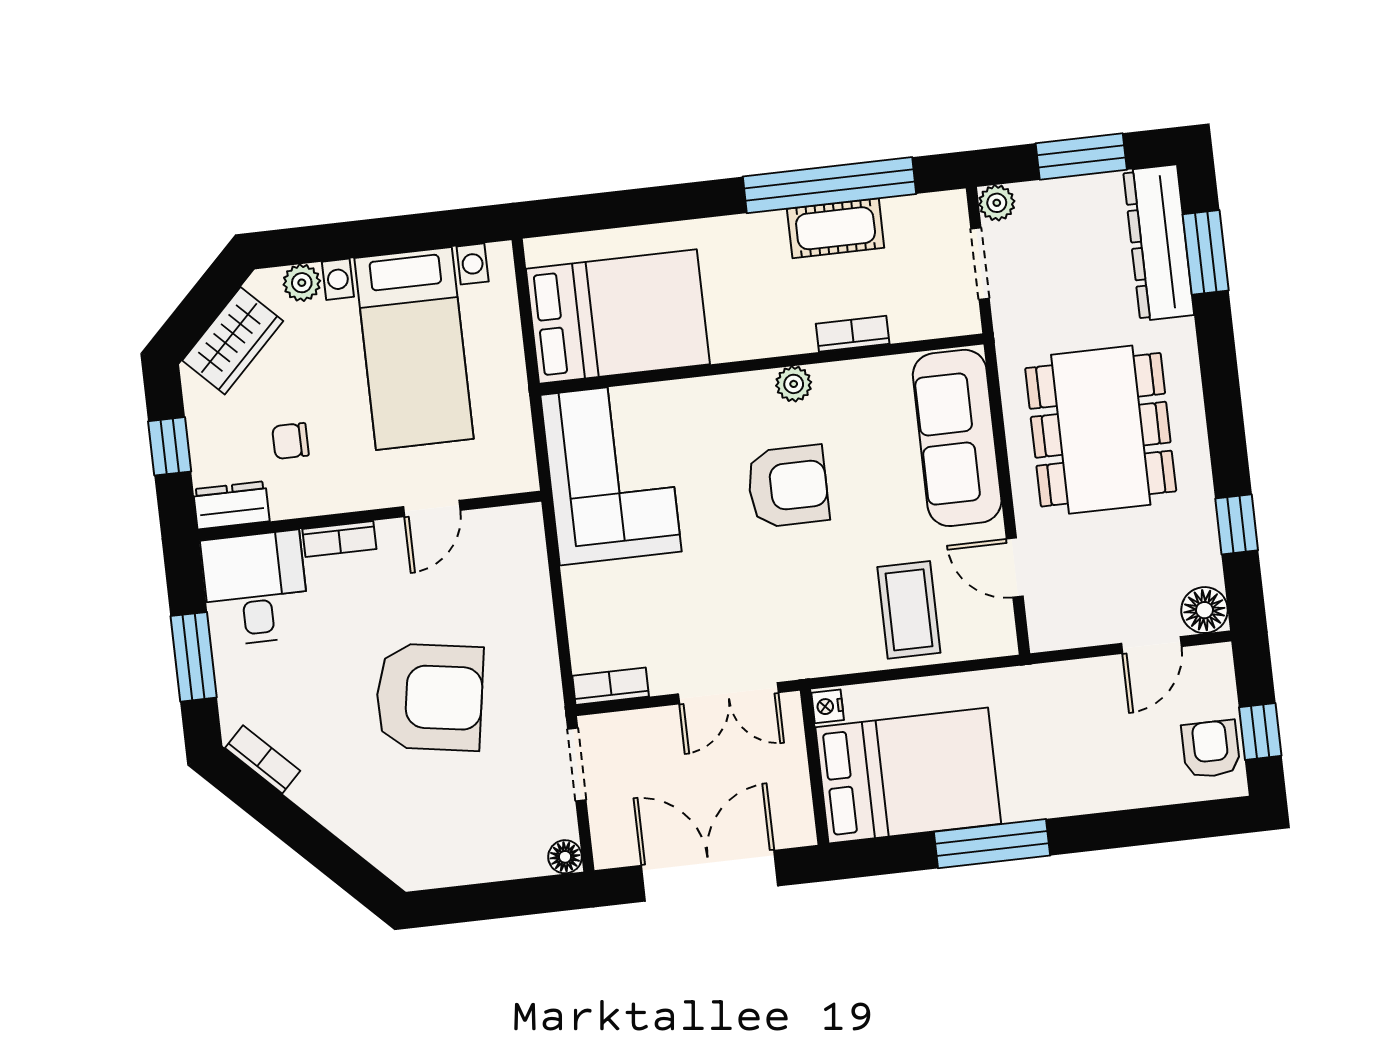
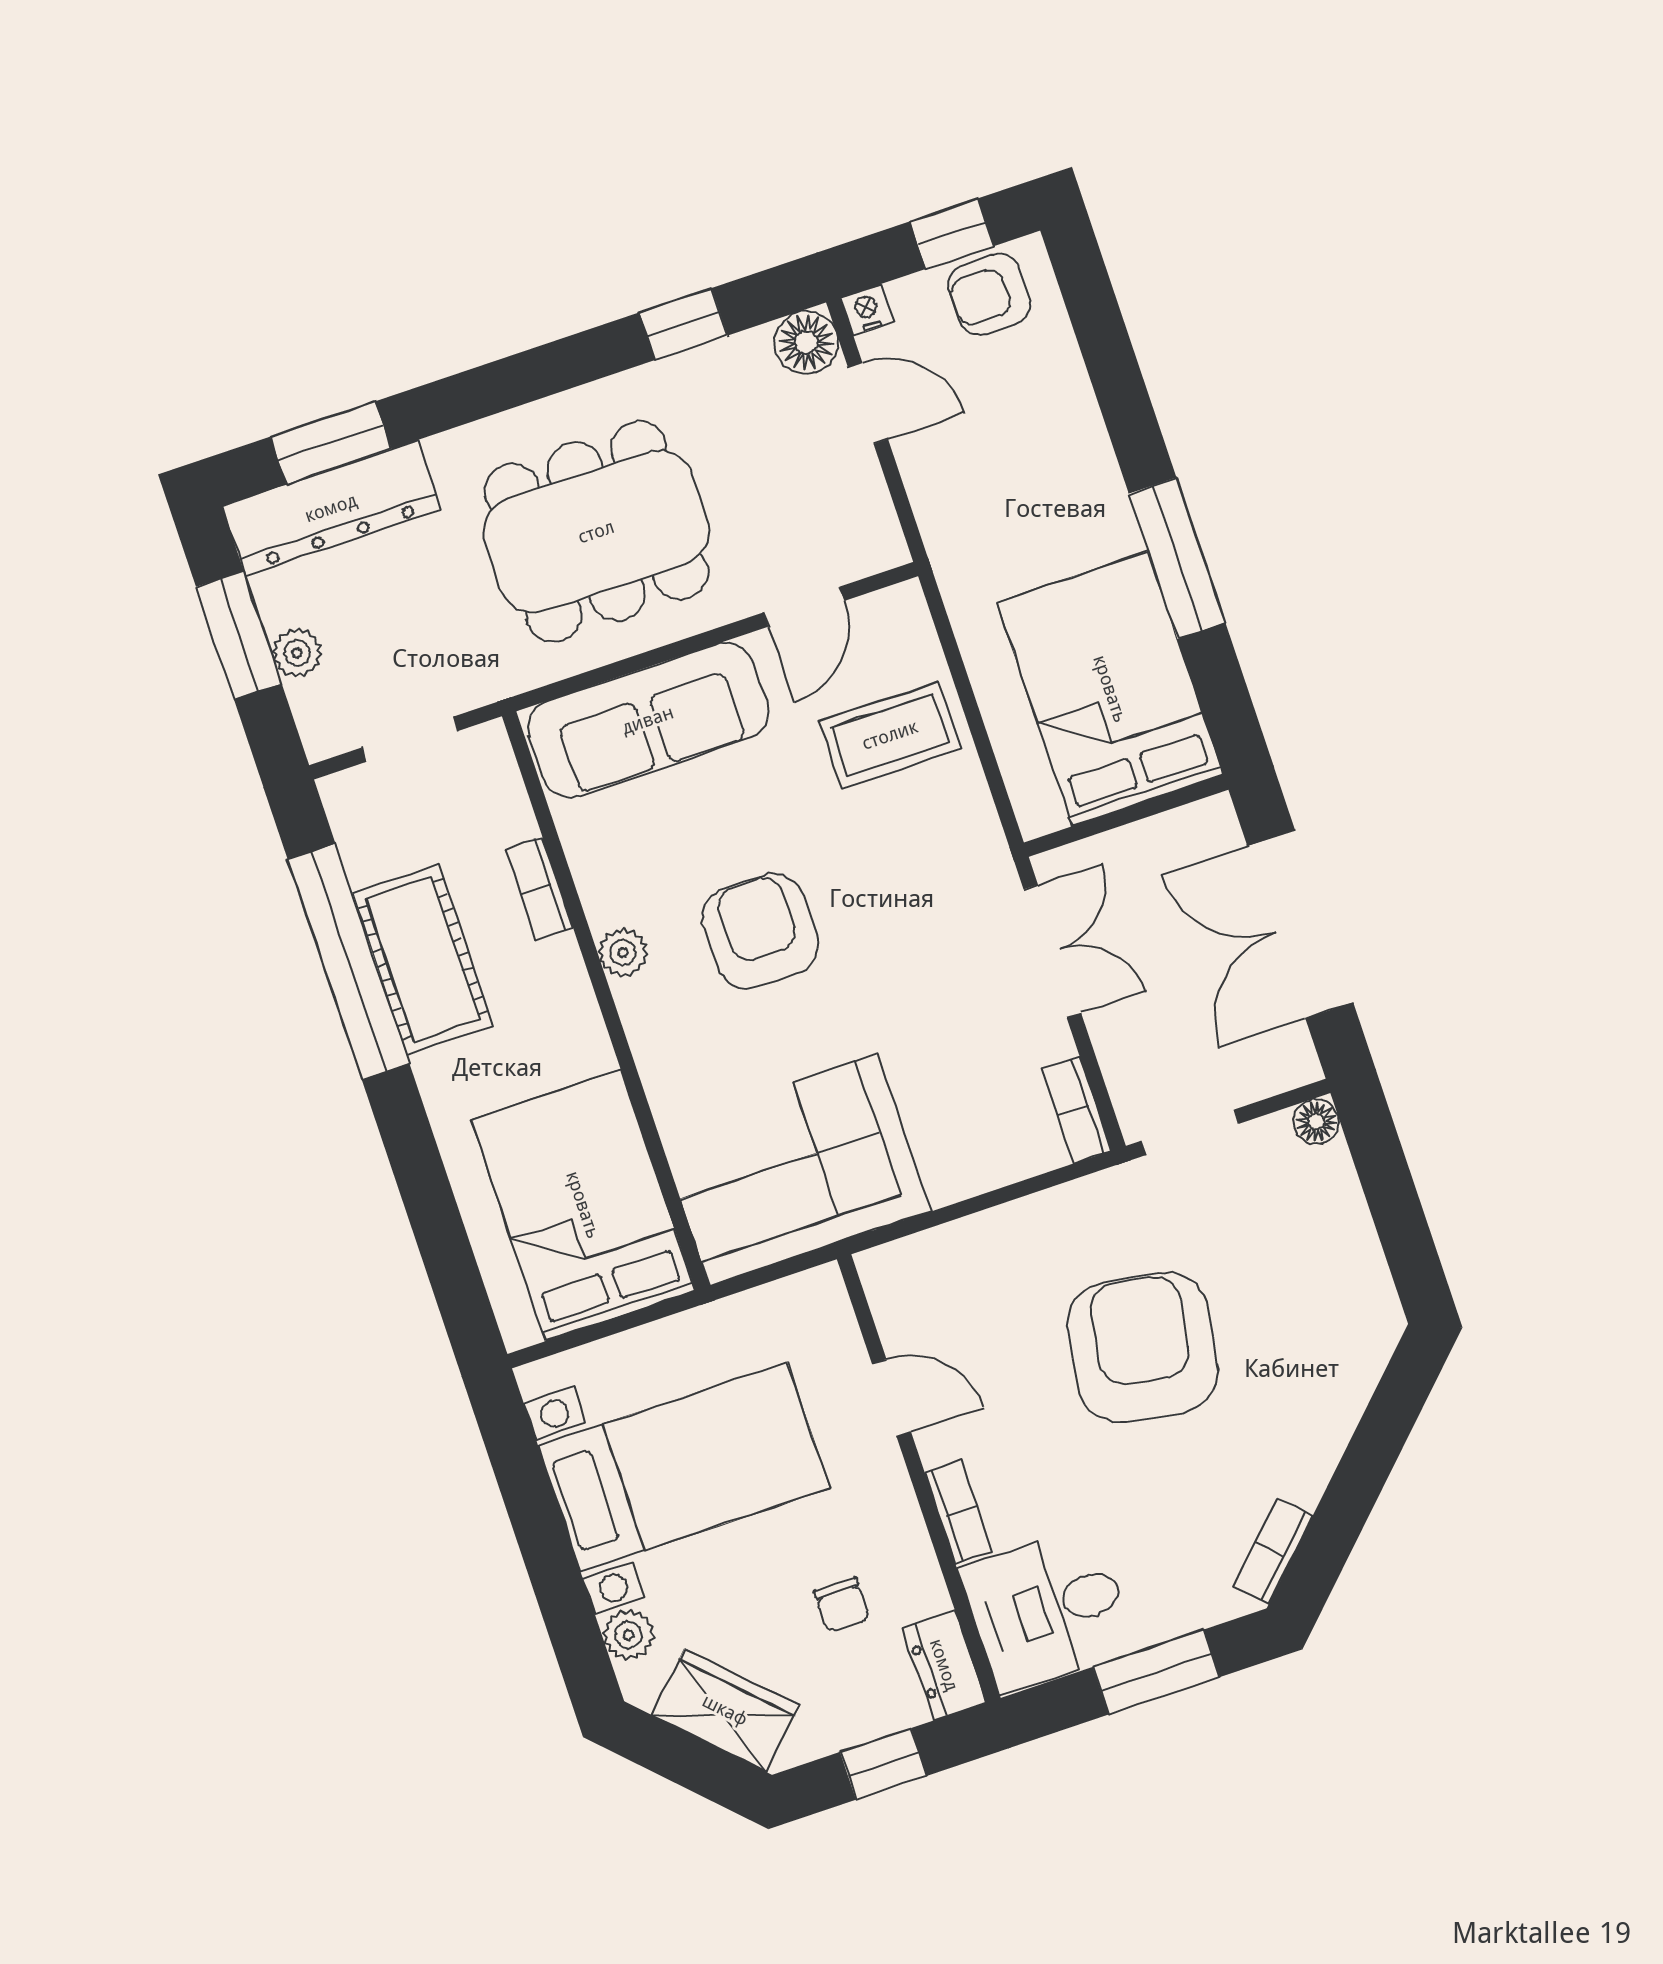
plant: (997, 203) -> (297, 653), moved
cot: (836, 228) -> (423, 959), width x1.37, depth x1.34
nightstand: (828, 706) -> (867, 310), moved, turned 180

